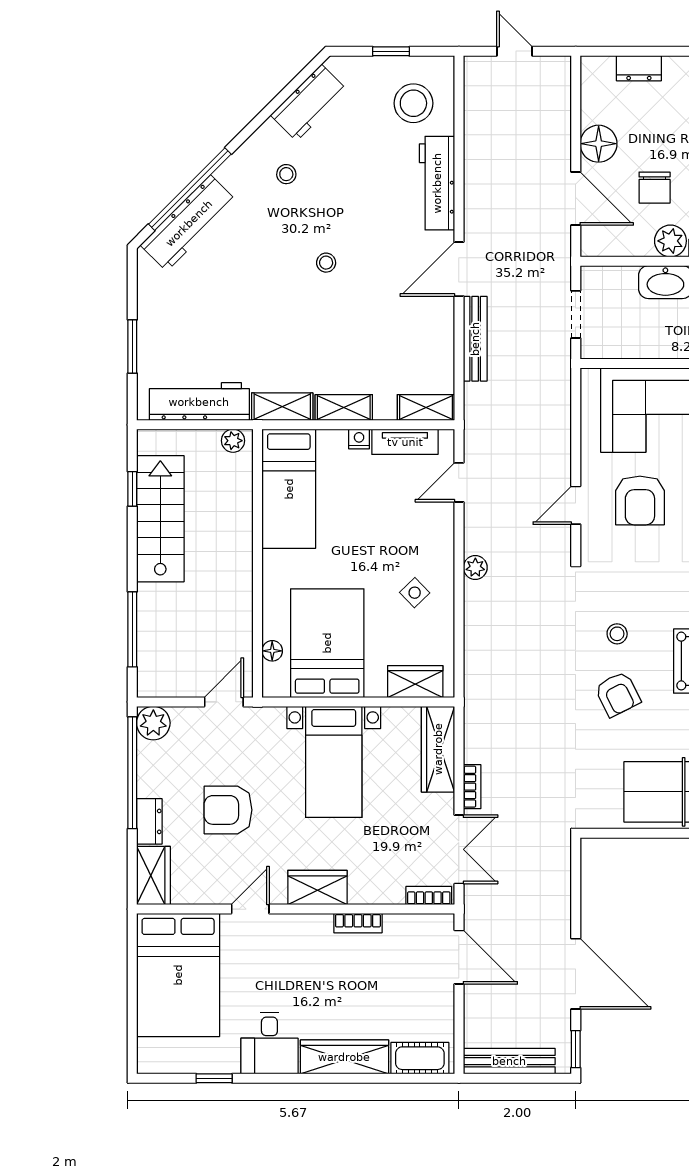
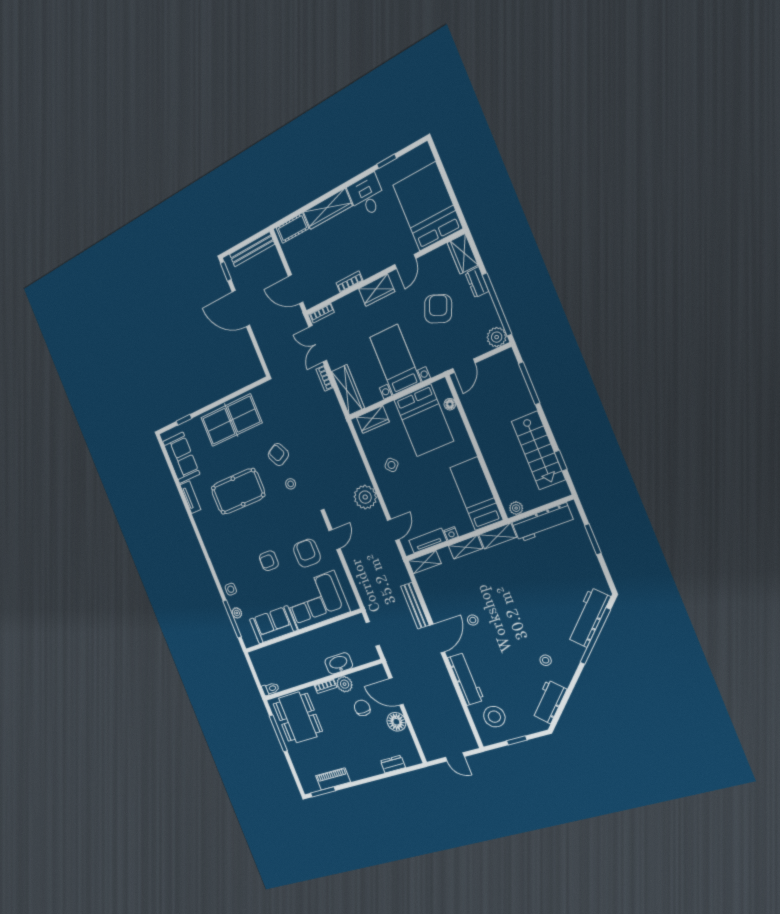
stool: (326, 263) -> (473, 620), moved
plant: (475, 567) -> (365, 497), width x1.87, depth x1.87
armchair: (228, 810) -> (438, 309), turned -67

